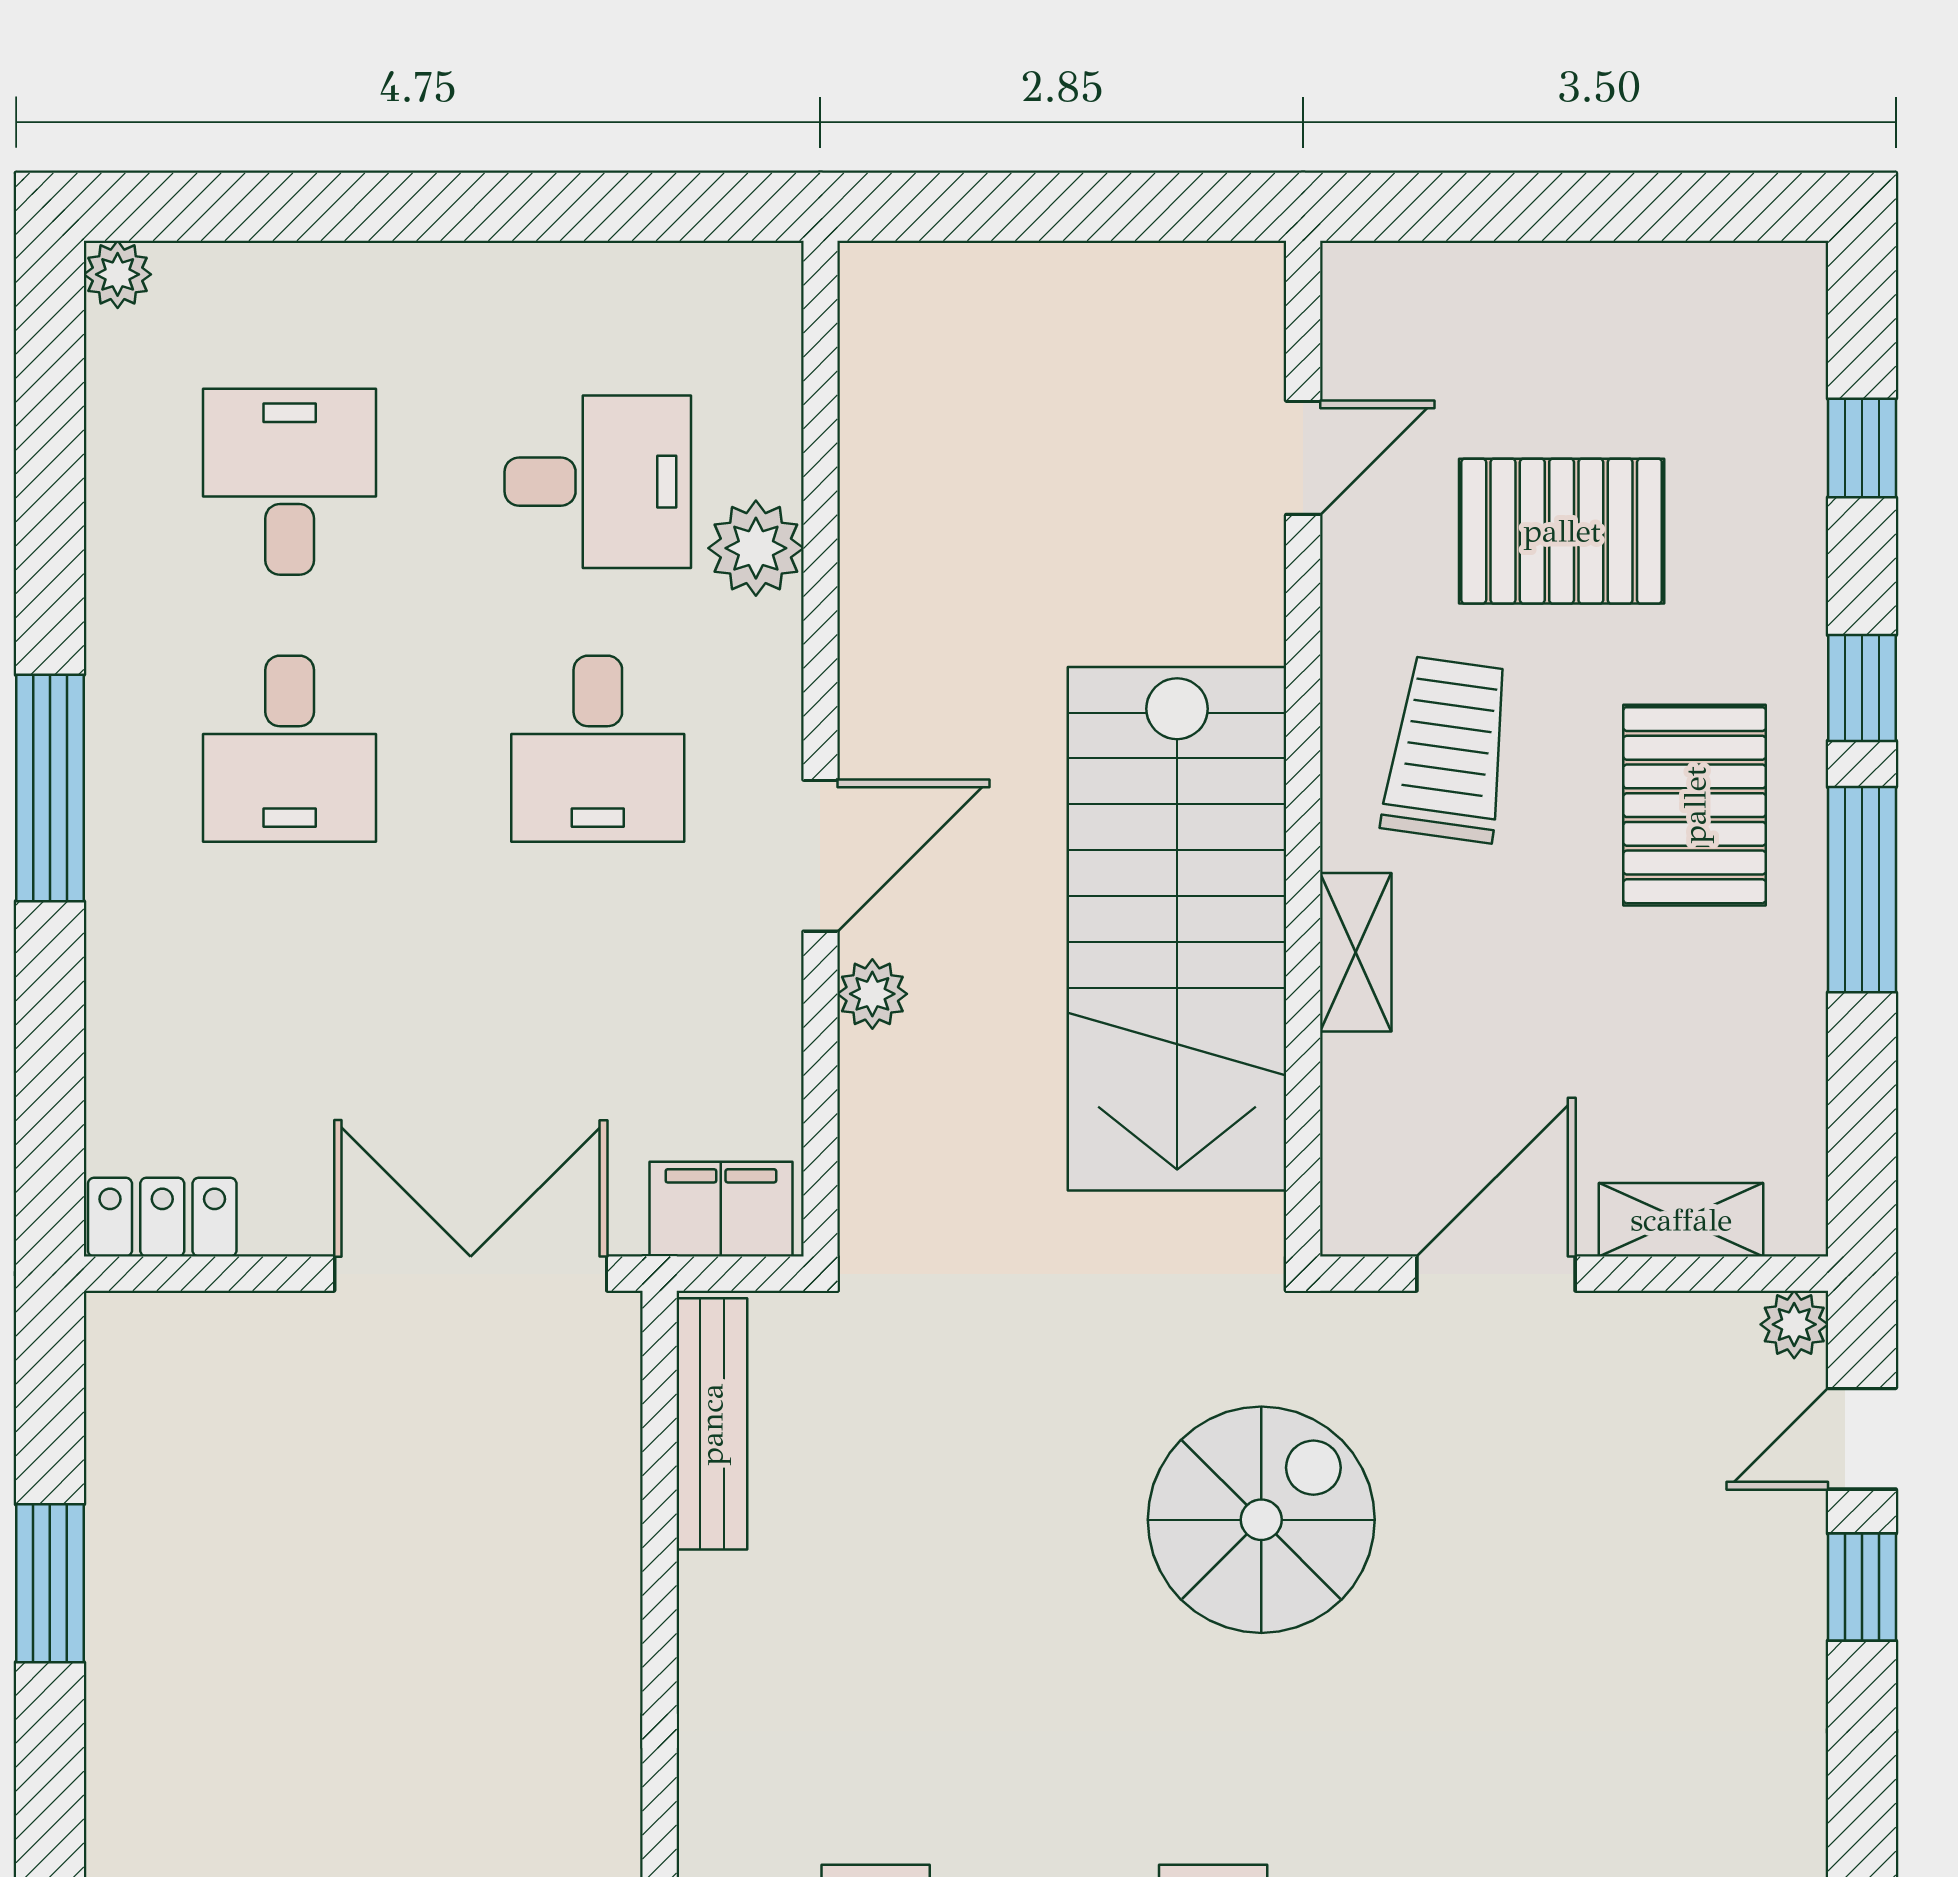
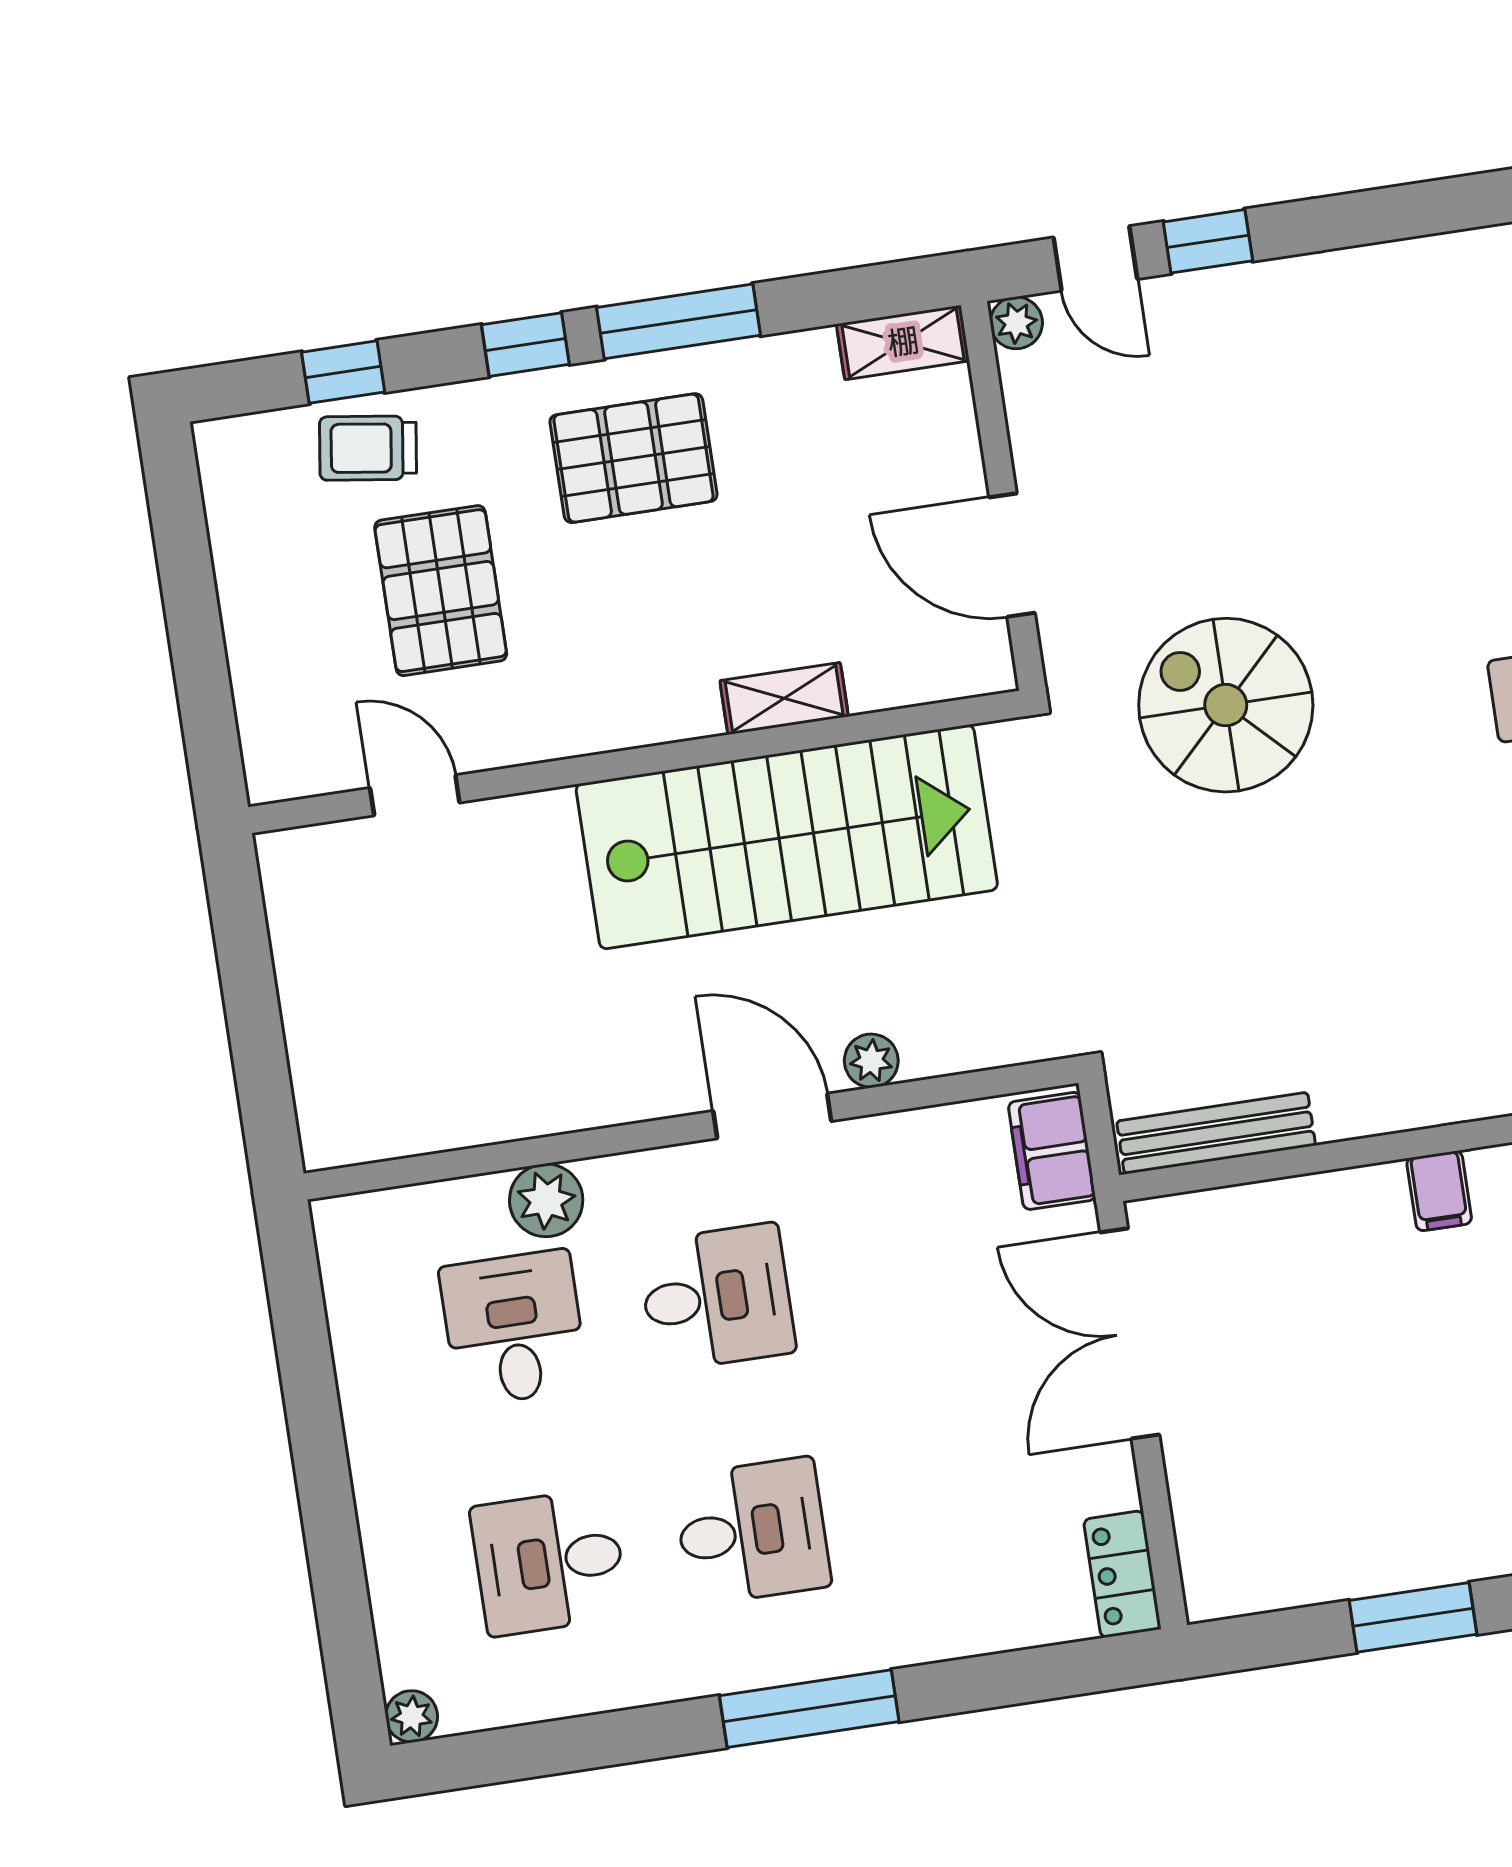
trolley: (1448, 749) -> (368, 448), moved, width x0.73, depth x0.72
shelving: (1681, 1220) -> (903, 342), moved, turned 90
filing cabinet: (594, 1700) -> (1439, 1191), added

